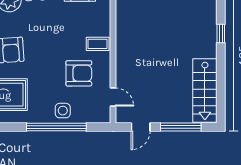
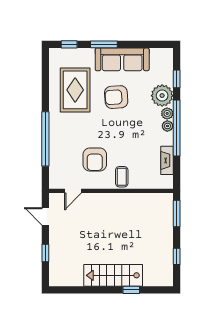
stairs: (205, 91) -> (113, 275), moved
side table: (63, 111) -> (61, 145), removed
window: (181, 127) -> (45, 253), width x0.46

